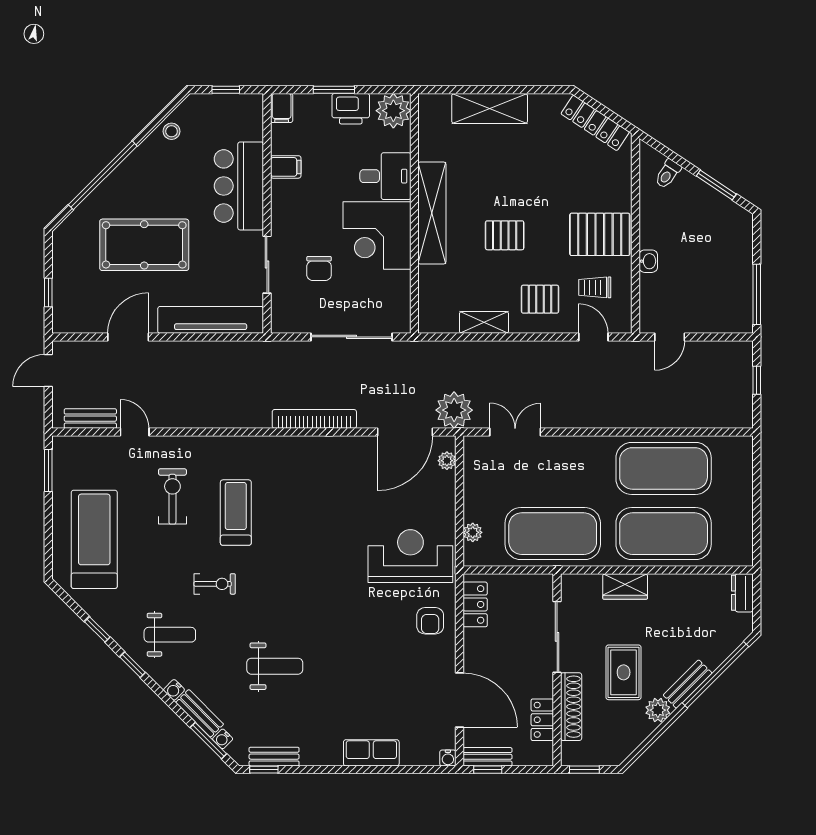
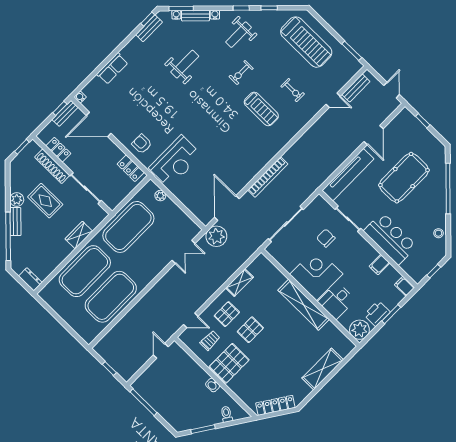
pallet: (505, 235) -> (250, 330), moved
washbasin: (648, 261) -> (213, 385), moved
plant: (447, 461) -> (199, 213), removed
exercise bike: (172, 496) -> (293, 90), width x0.73, depth x0.72
weight bench: (275, 666) -> (185, 64), turned 180

